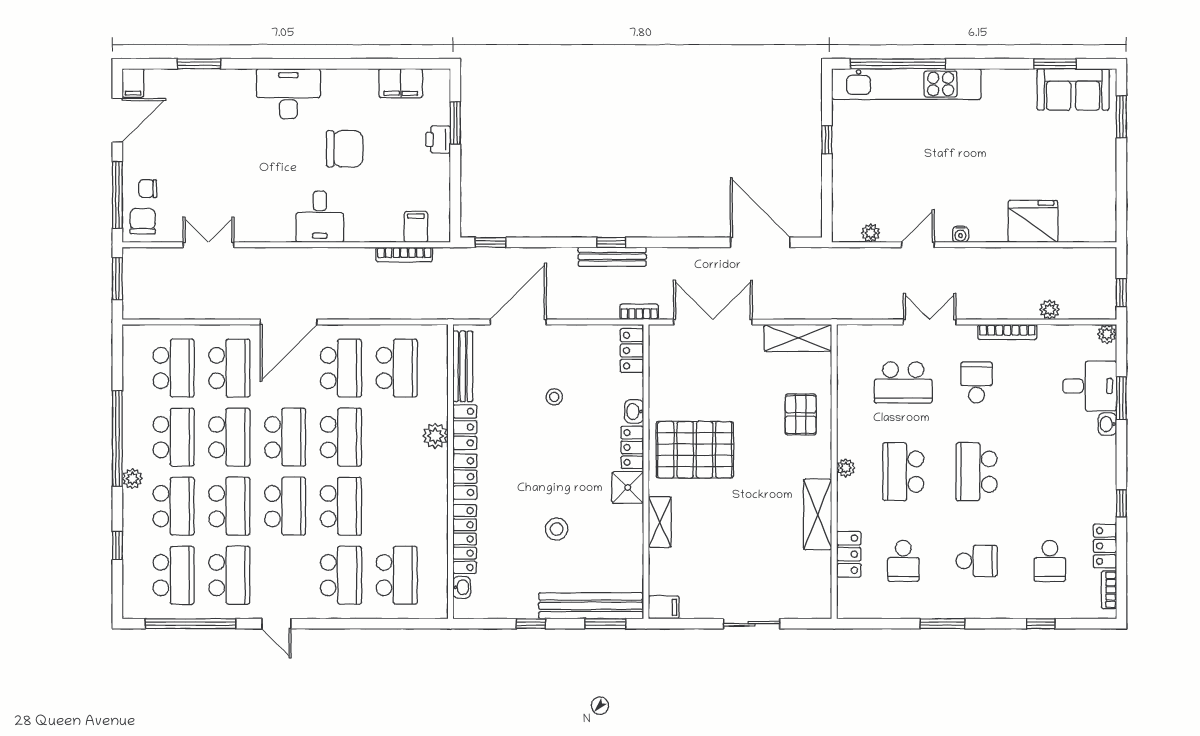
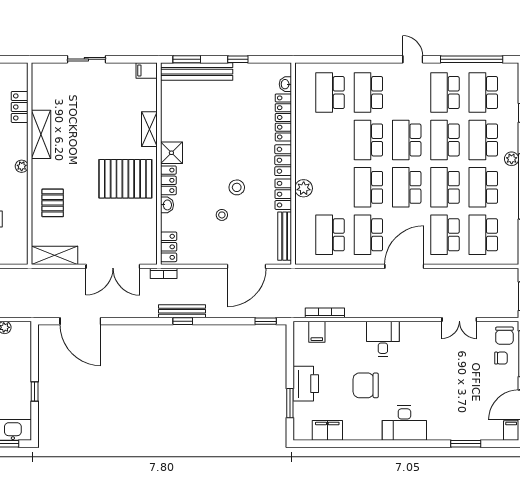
printer: (438, 139) -> (306, 384), width x1.87, depth x1.48
stool: (557, 529) -> (237, 187), moved

